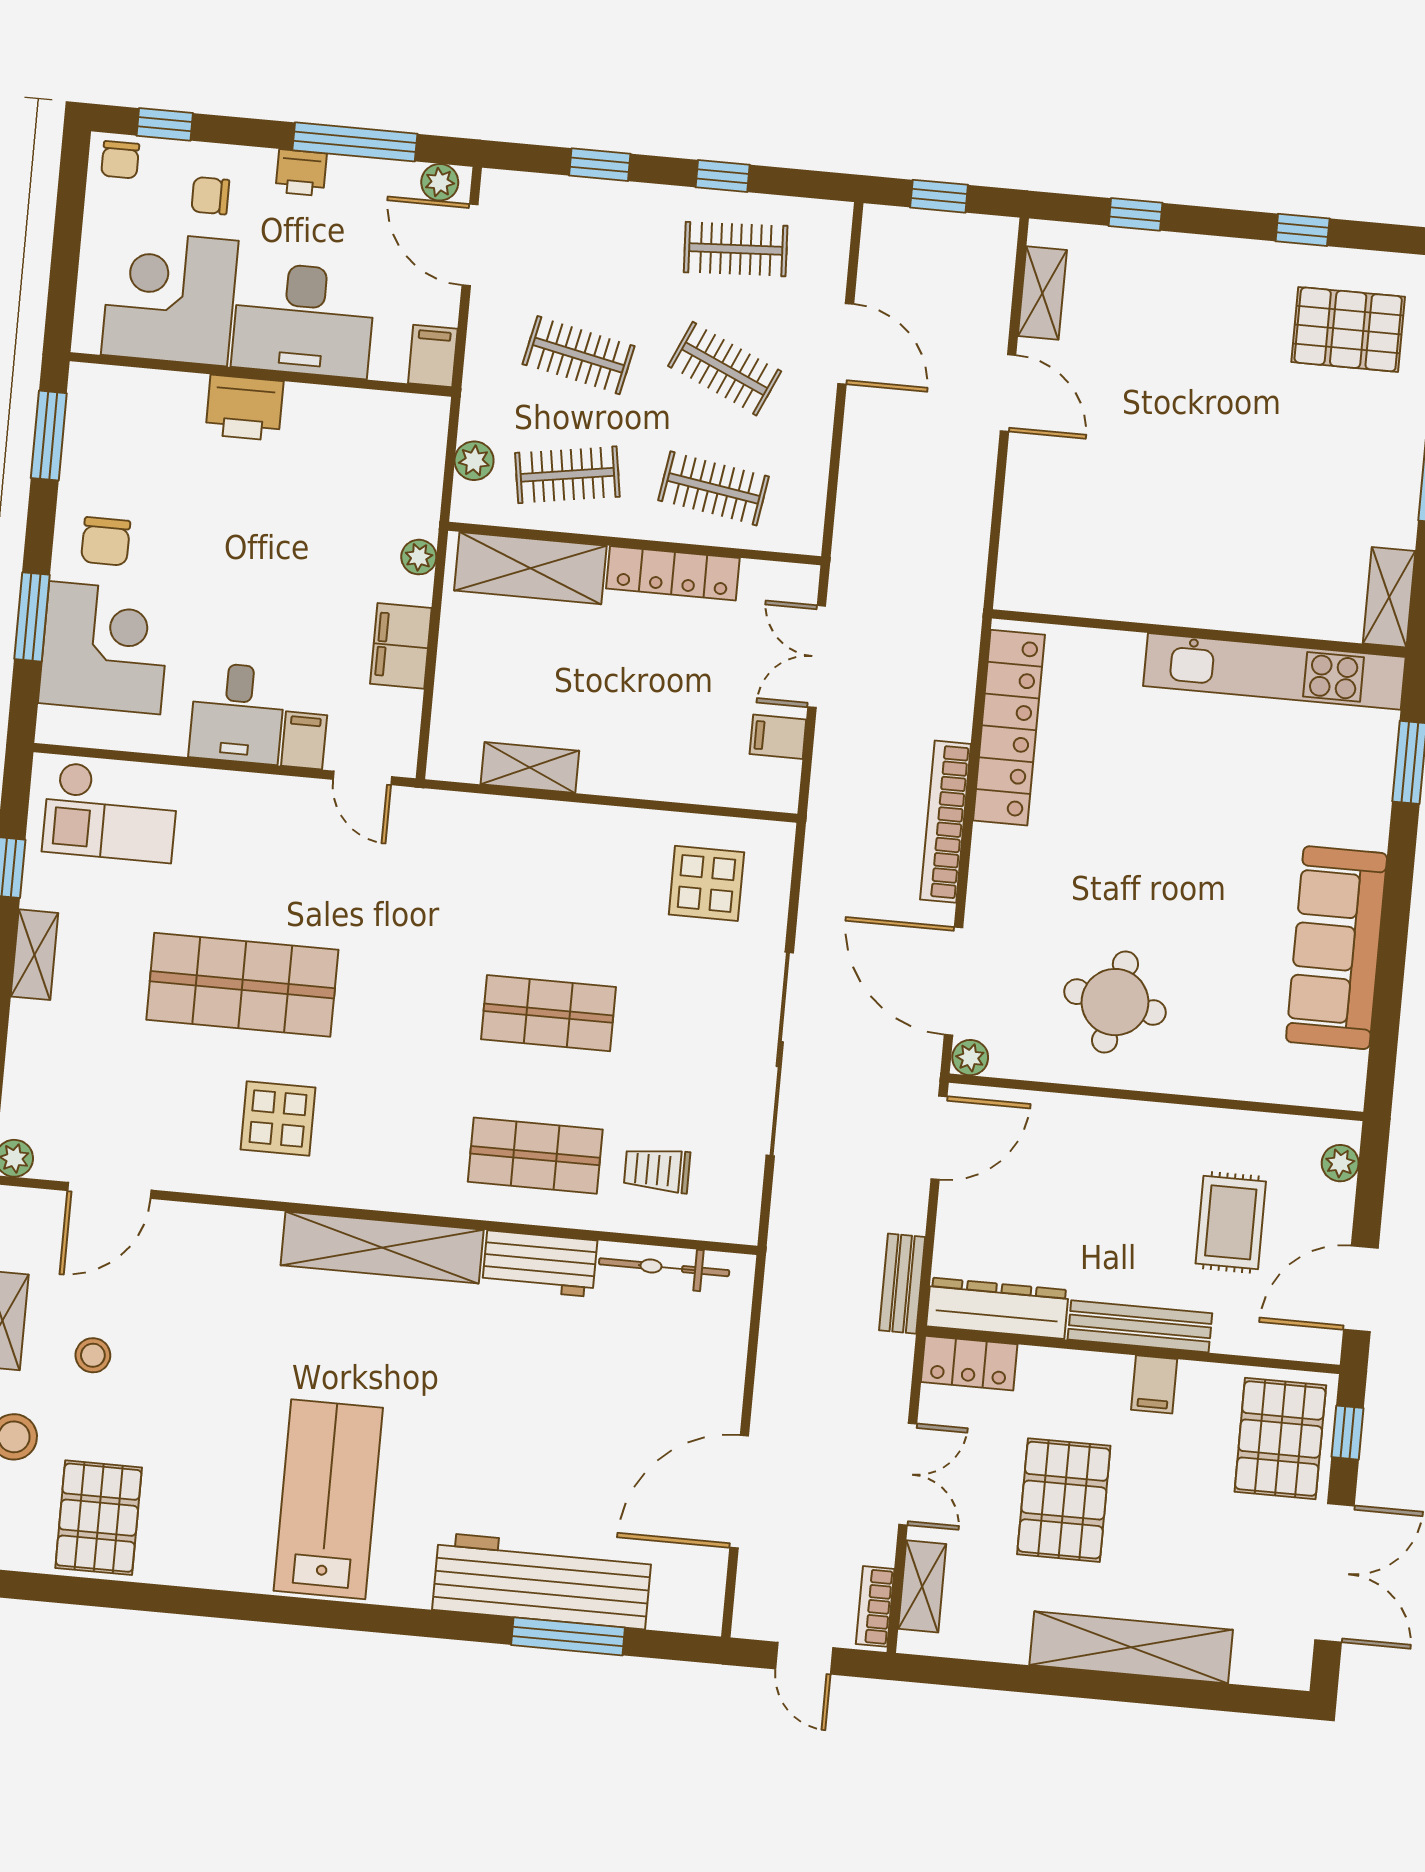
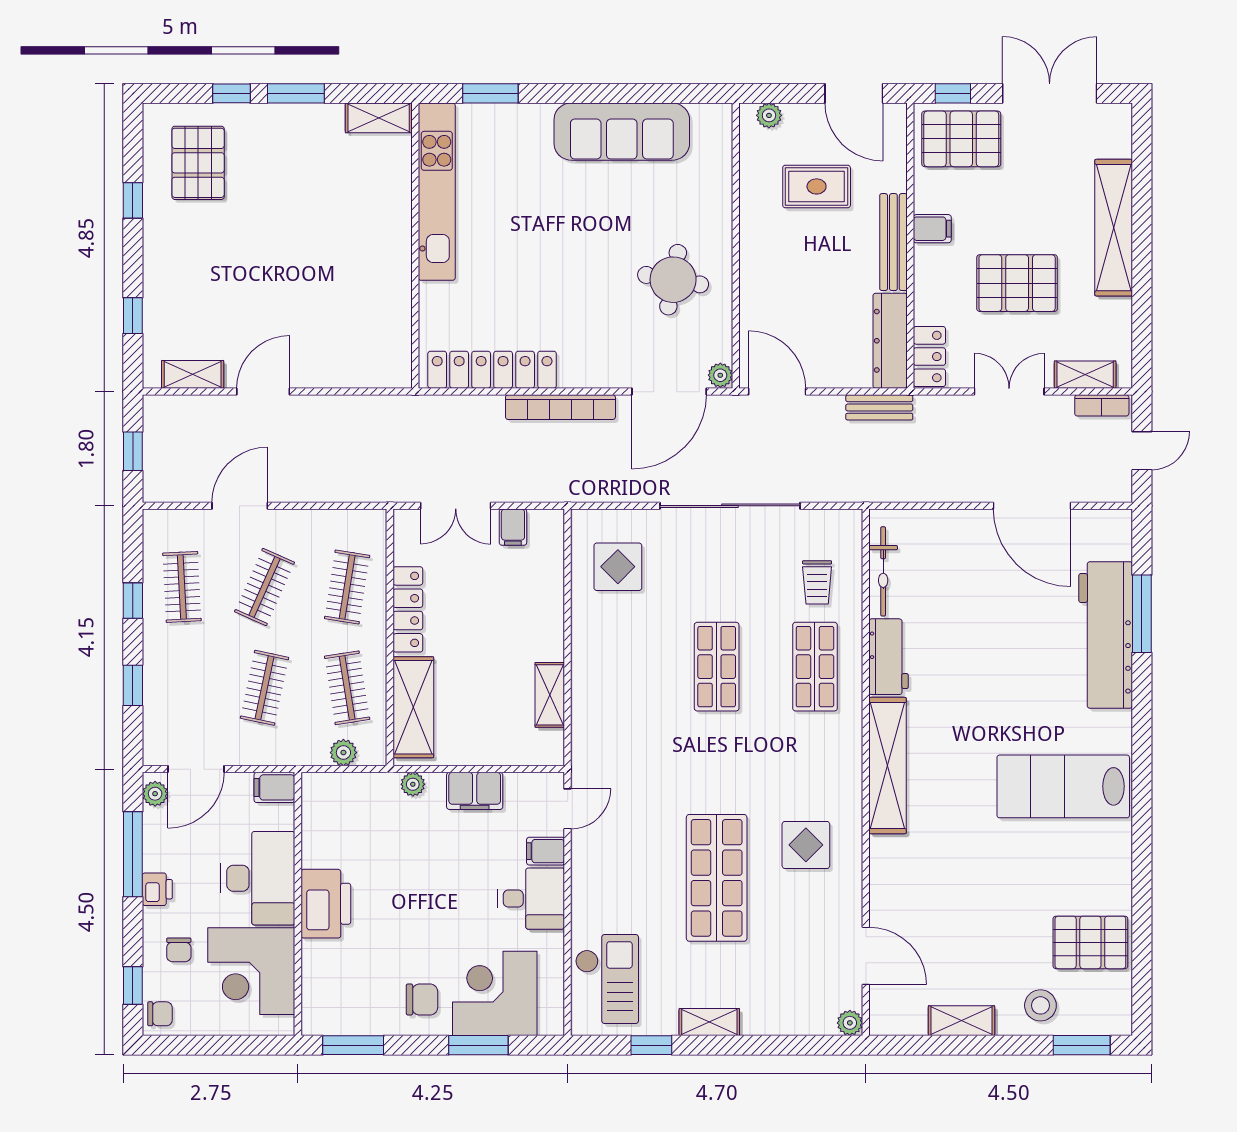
printer: (244, 408) -> (326, 904), width x1.37, depth x1.19
stool: (93, 1355) -> (980, 957), removed

